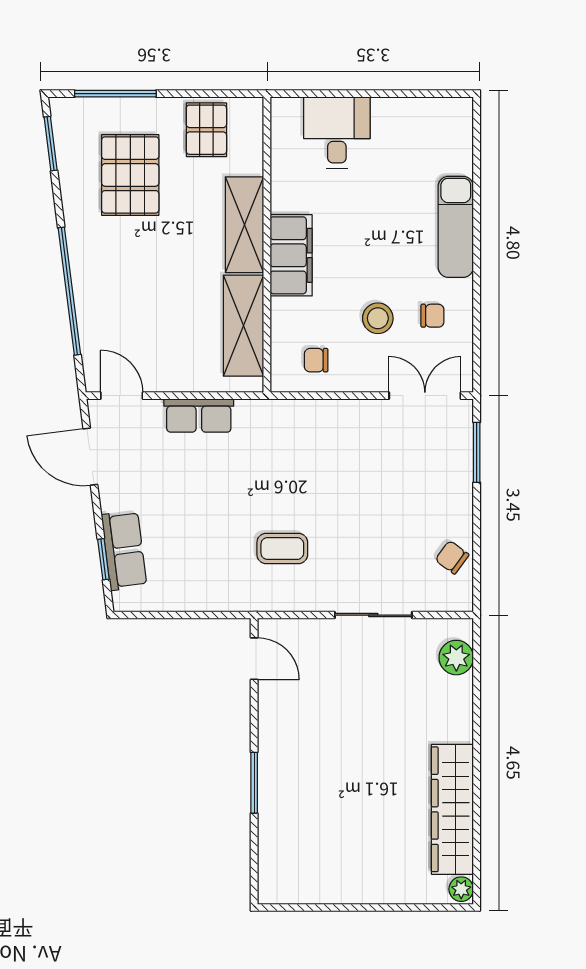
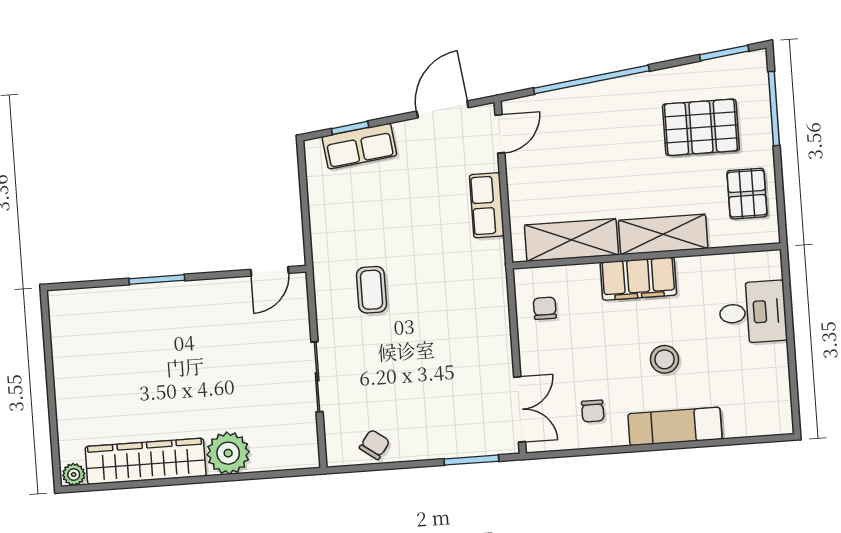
pallet: (206, 130) -> (747, 194), turned 90
stool: (378, 318) -> (665, 359), moved
plant: (456, 658) -> (228, 453), moved, width x1.36, depth x1.36

